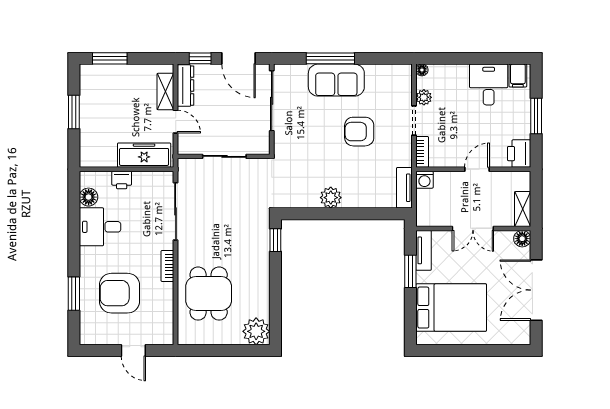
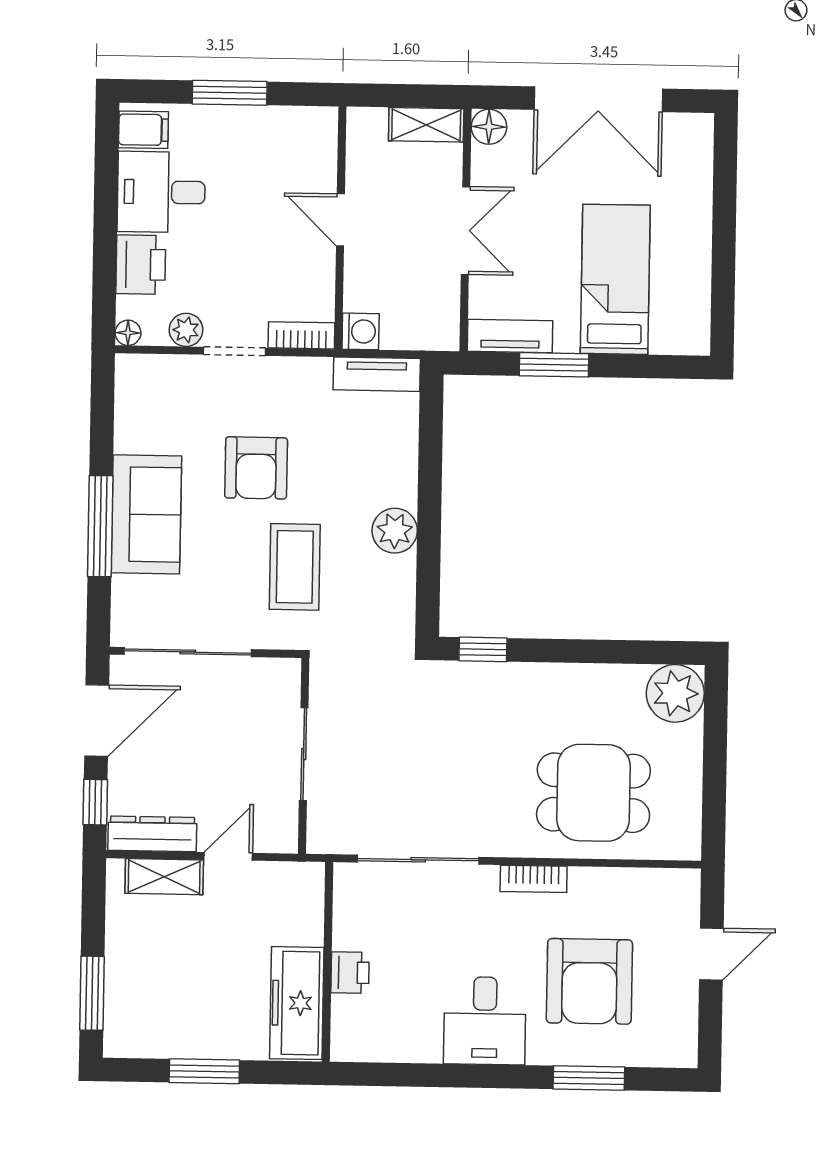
coffee table: (313, 151) -> (295, 567), added
printer: (519, 154) -> (141, 265), moved, turned -90
freezer: (144, 155) -> (297, 1003), moved
floor lamp: (89, 197) -> (385, 1043), removed
desk: (100, 227) -> (485, 1021), moved
bed: (451, 308) -> (615, 279), width x0.67

